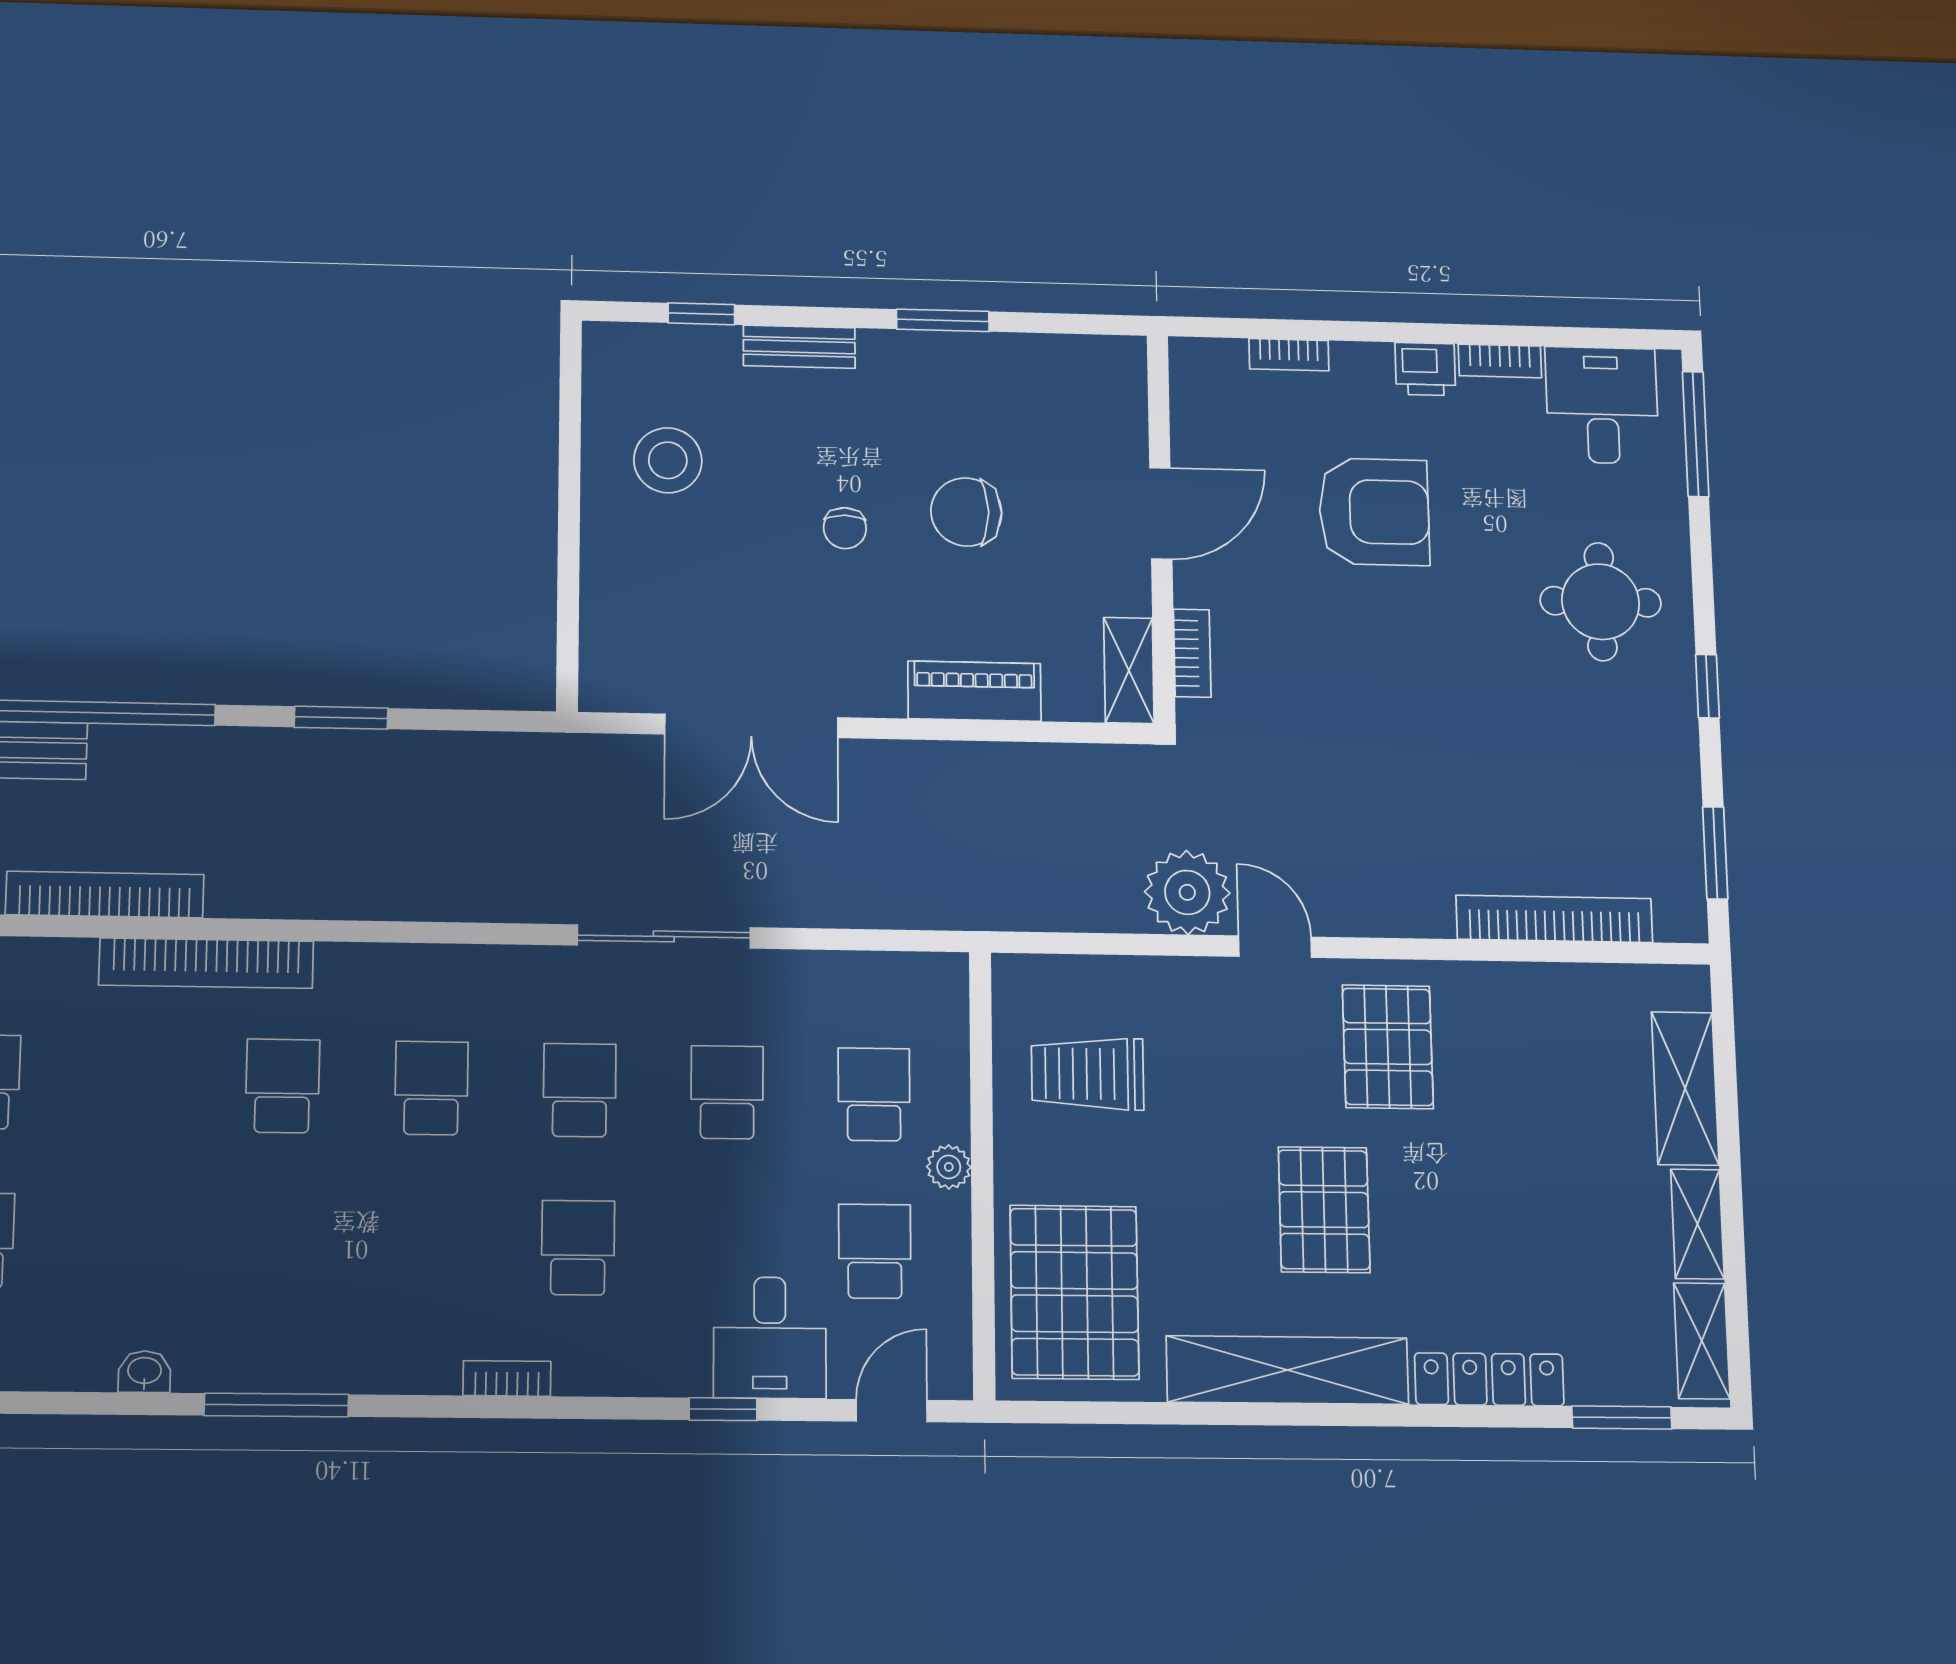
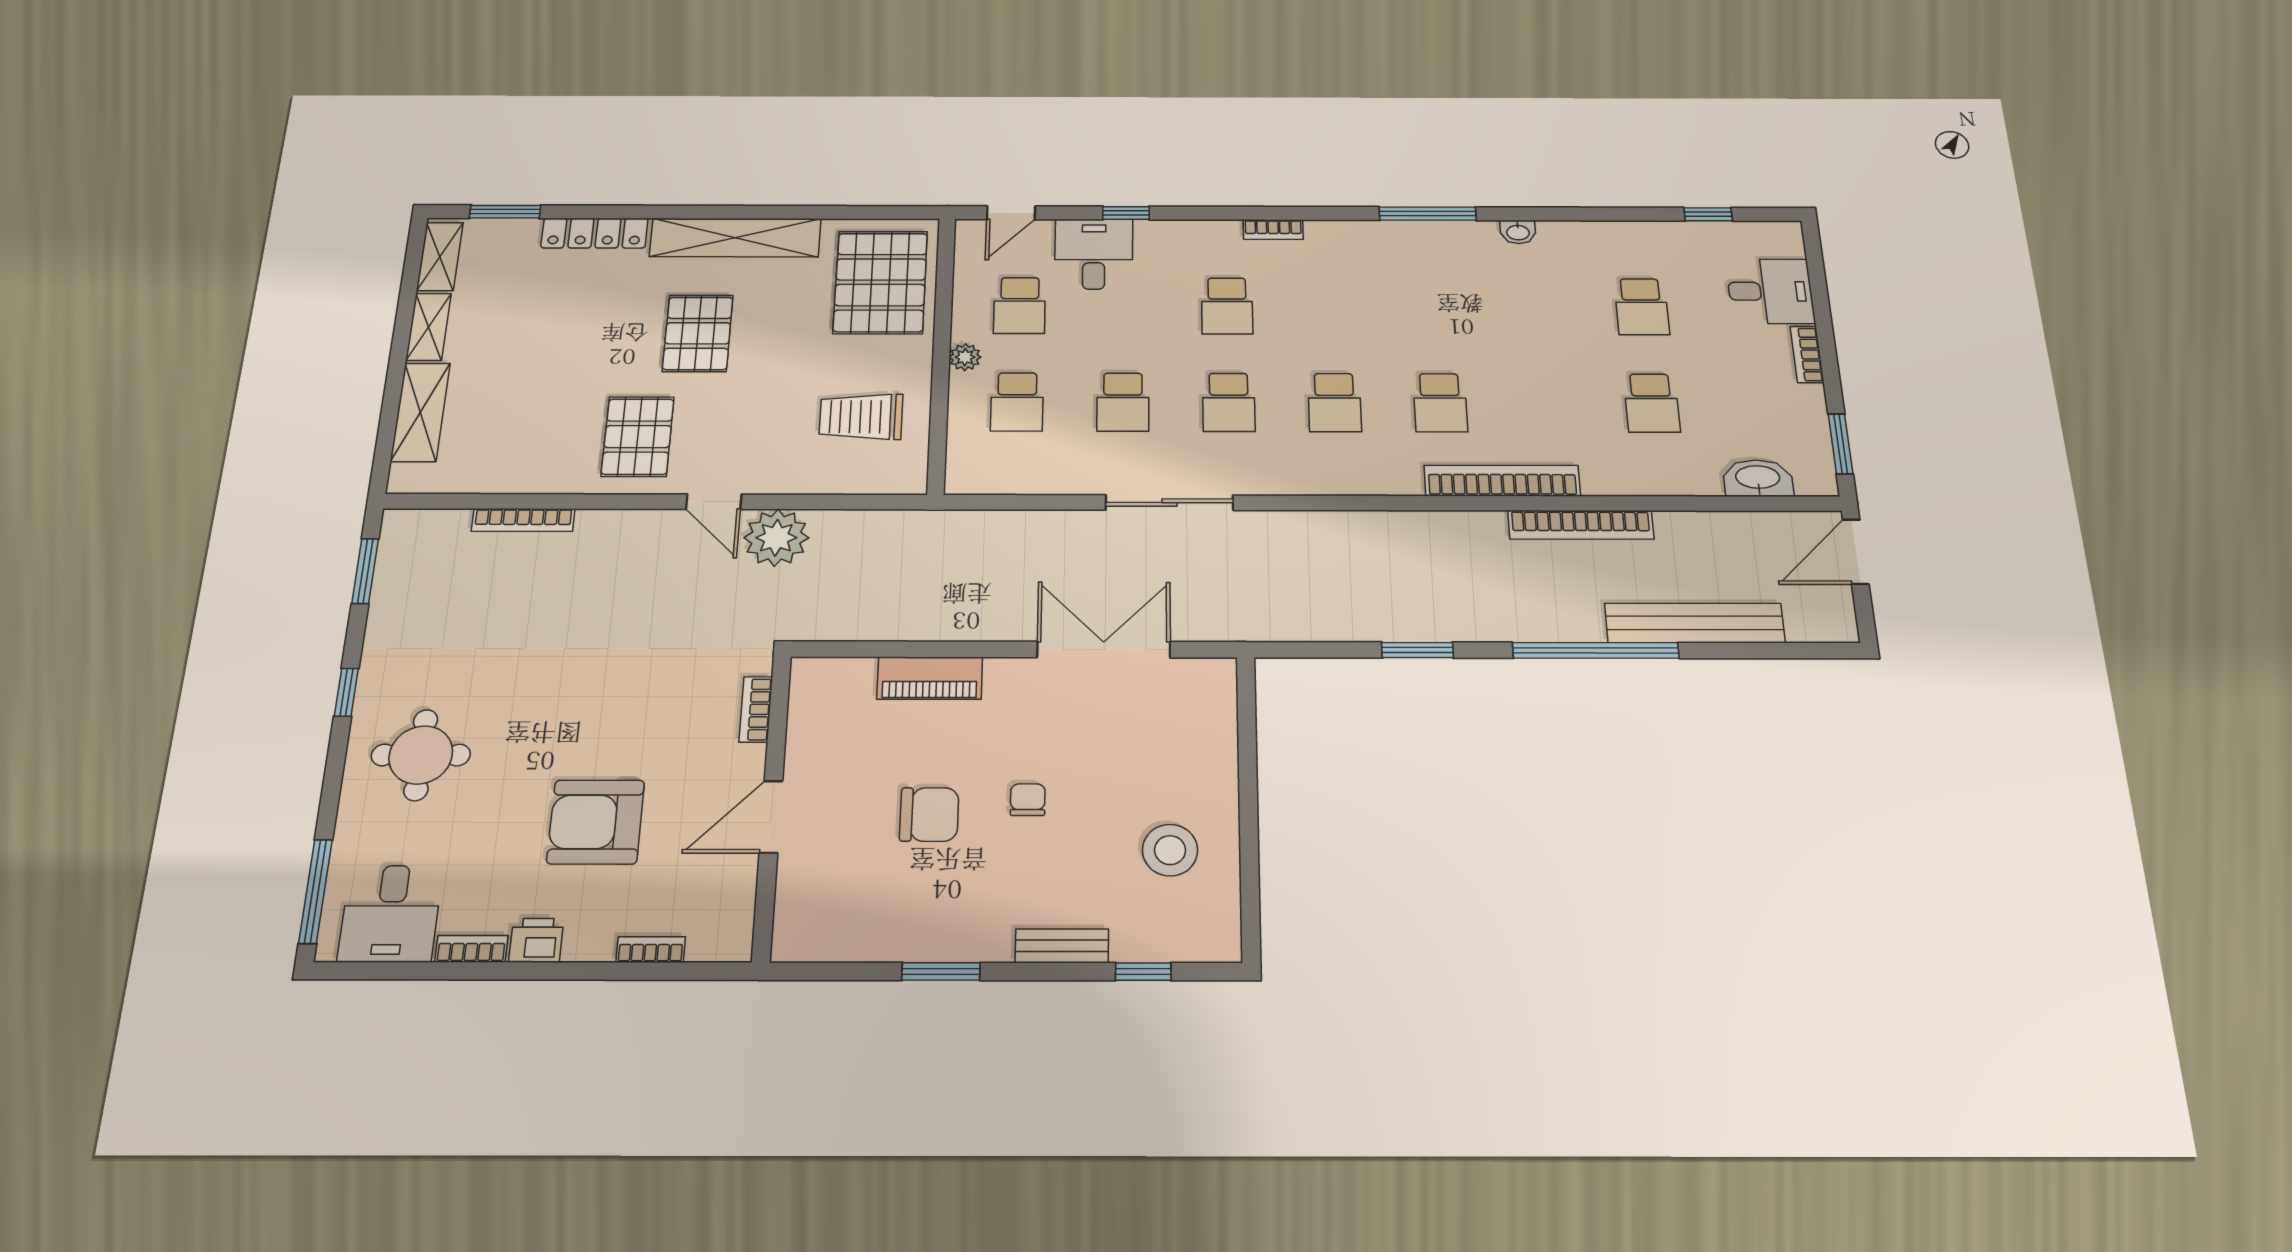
shelving: (1129, 670) -> (807, 696), removed
bookcase: (1554, 919) -> (523, 520), width x0.68, depth x0.76
trolley: (1088, 1074) -> (861, 417), turned 180

